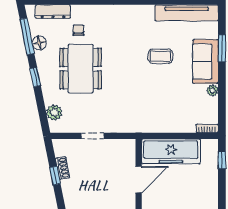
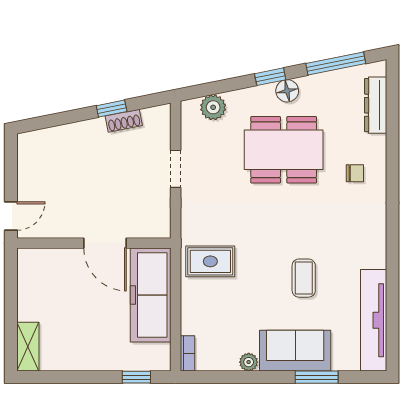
chair: (78, 30) -> (355, 173), moved
floor lamp: (39, 43) -> (287, 91), moved
rug: (150, 114) -> (210, 261), added

